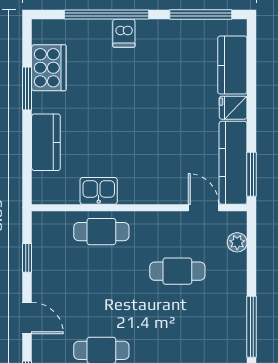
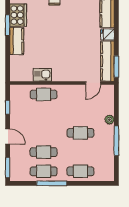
kitchen counter: (46, 142) -> (17, 41), moved
door: (204, 208) -> (93, 83), swing flipped
plant: (237, 242) -> (109, 120), moved
cafe table: (177, 271) -> (80, 133), moved

